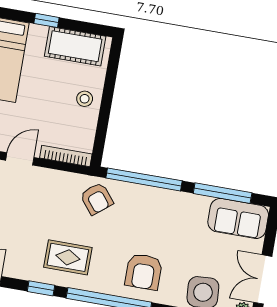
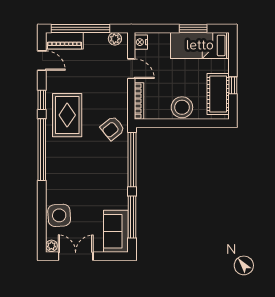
window: (46, 20) -> (233, 85), moved
stool: (85, 99) -> (182, 107), width x1.89, depth x1.89
rug: (68, 257) -> (67, 115), width x1.36, depth x1.43
armchair: (144, 272) -> (66, 171), removed

